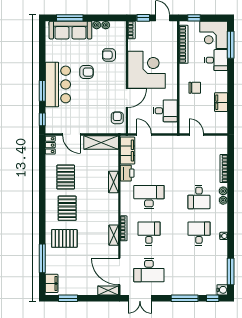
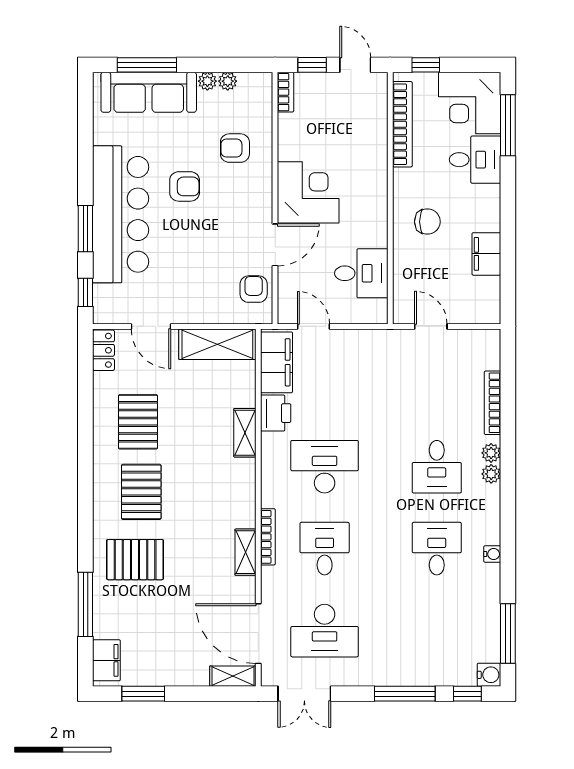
corner desk: (147, 70) -> (308, 192), width x0.74, depth x0.74
bar counter: (58, 84) -> (121, 214), width x1.36

